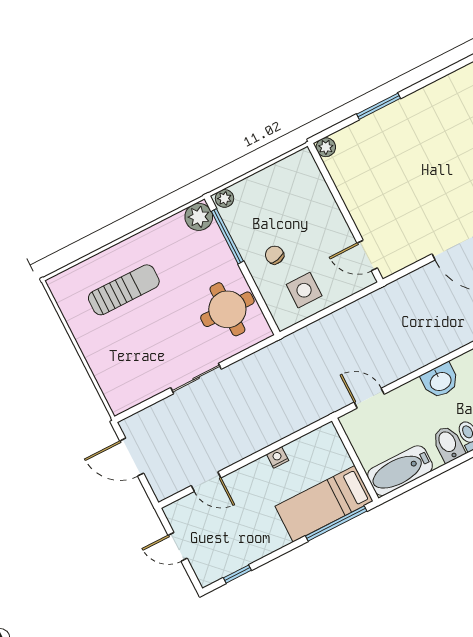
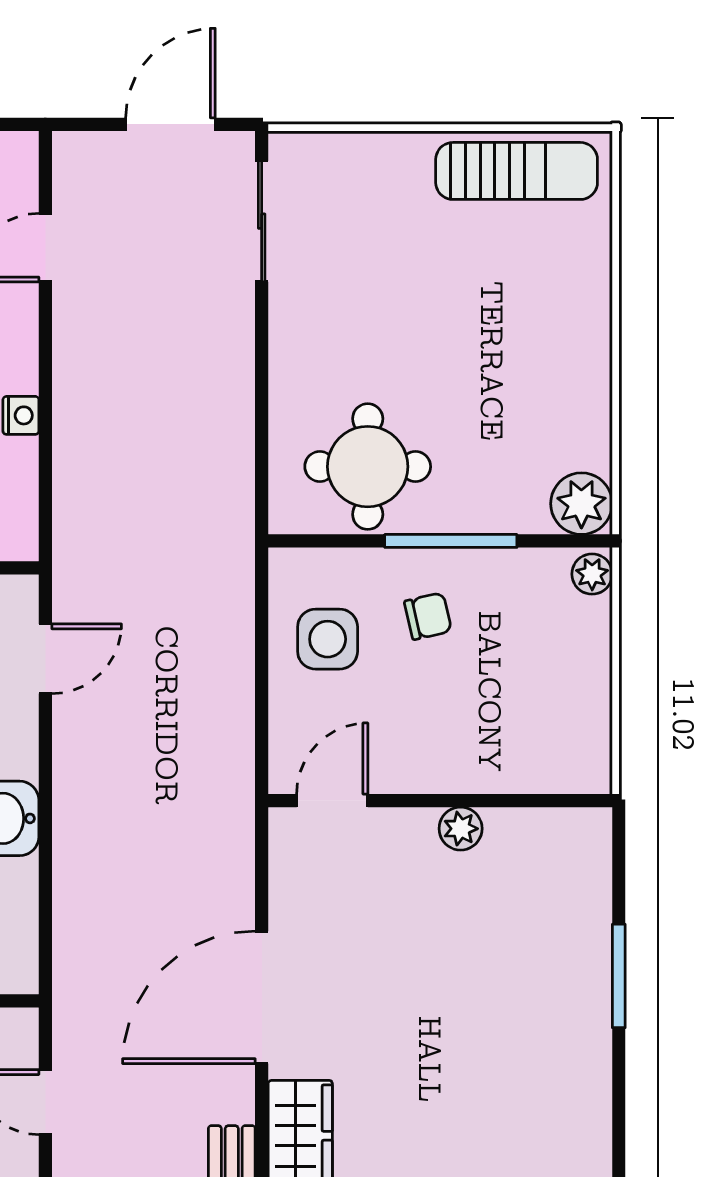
plant: (326, 147) -> (461, 829), moved
window: (227, 236) -> (451, 541), moved
sun lounger: (124, 290) -> (517, 171), moved, turned -90
sliding door: (196, 378) -> (262, 221), moved

